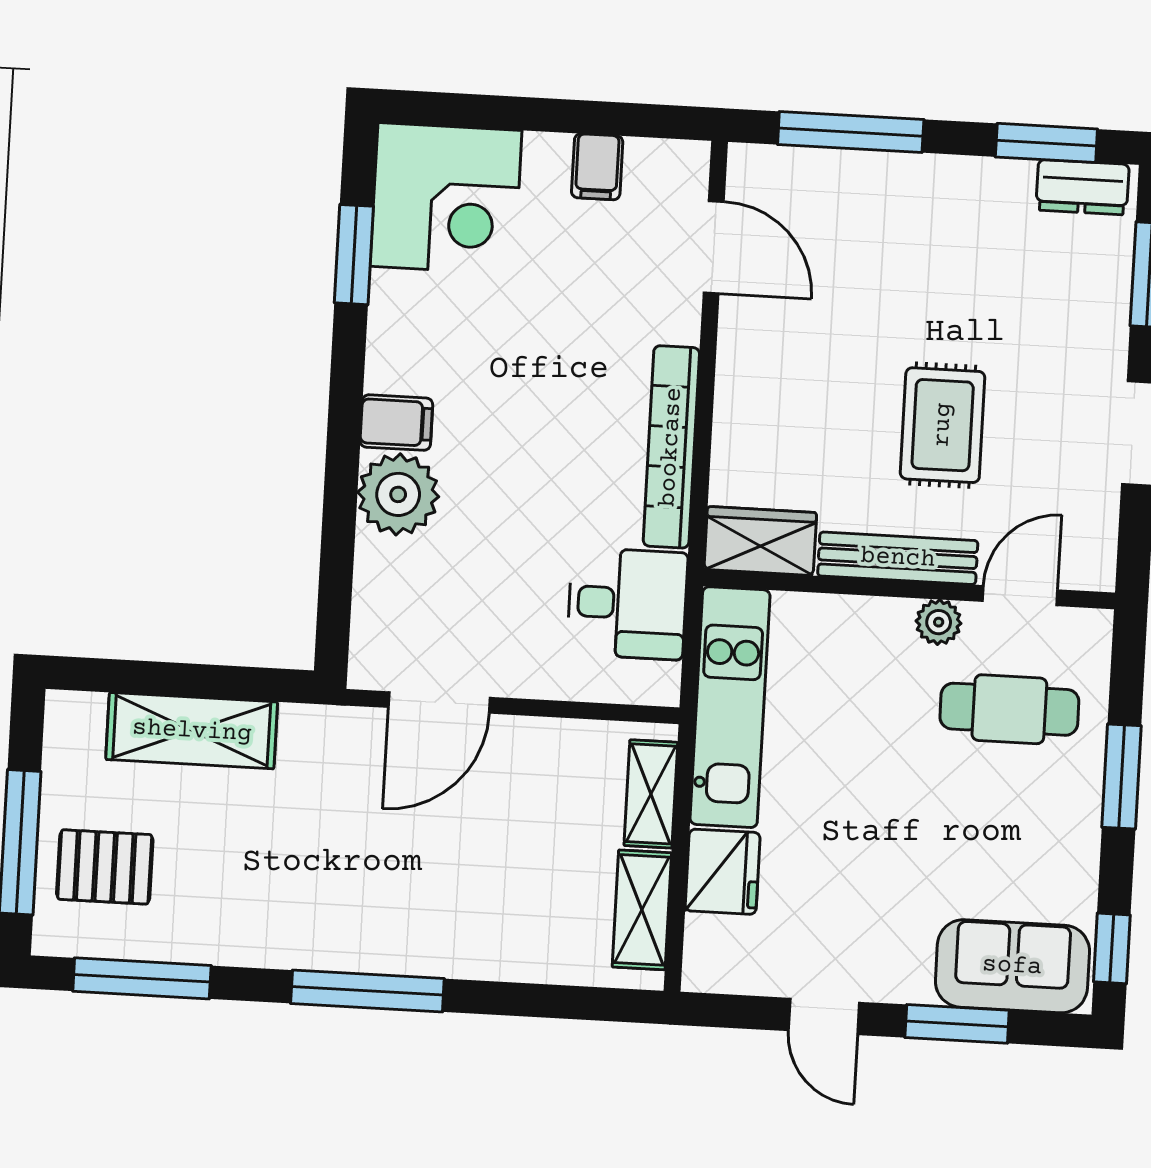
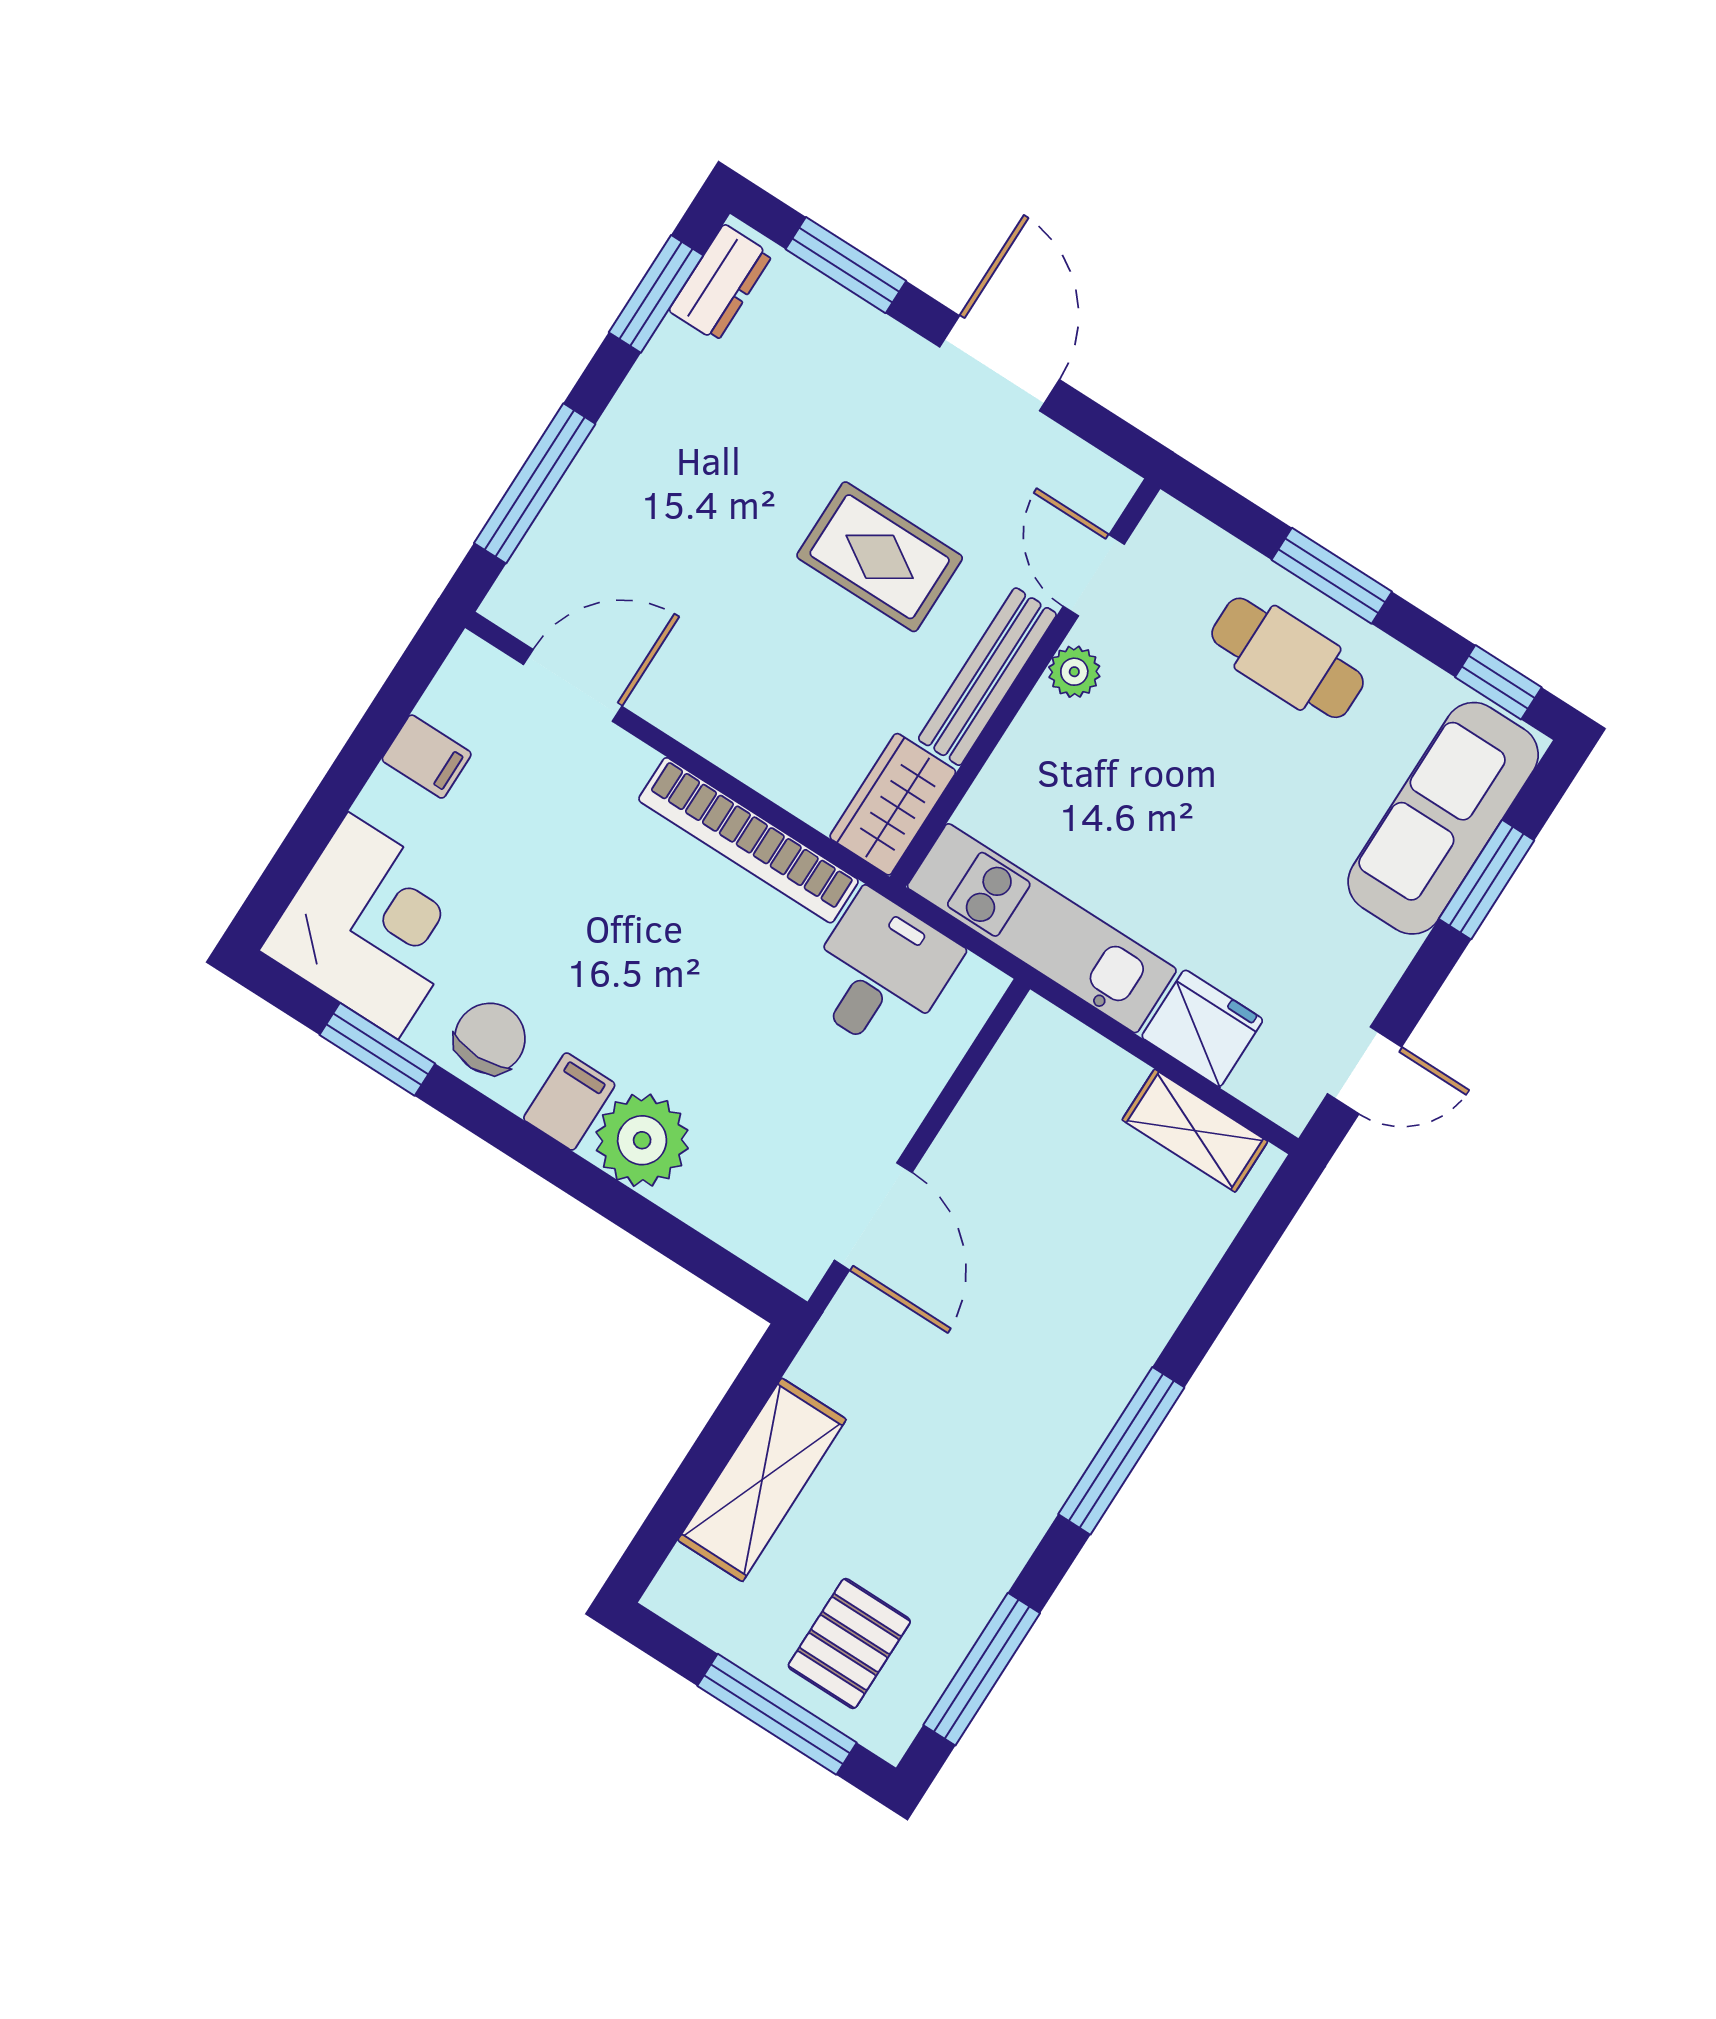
chair: (410, 335) -> (490, 1038), added
cafe table: (1009, 709) -> (1288, 658), moved, turned 90
shelving: (651, 794) -> (1084, 1056), removed
sofa: (1012, 966) -> (1443, 818), width x1.36
door: (824, 1016) -> (1365, 1070), moved

